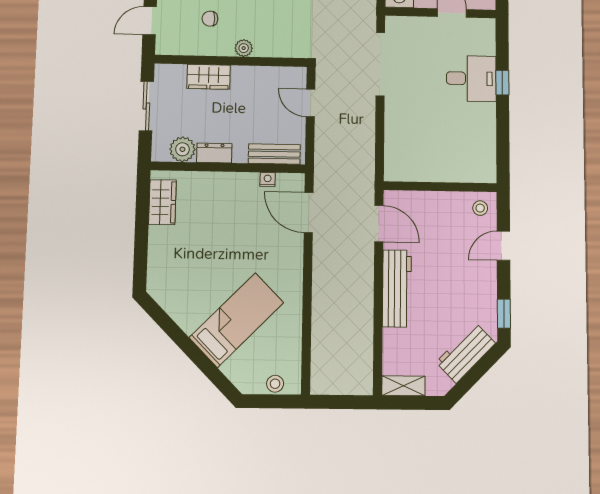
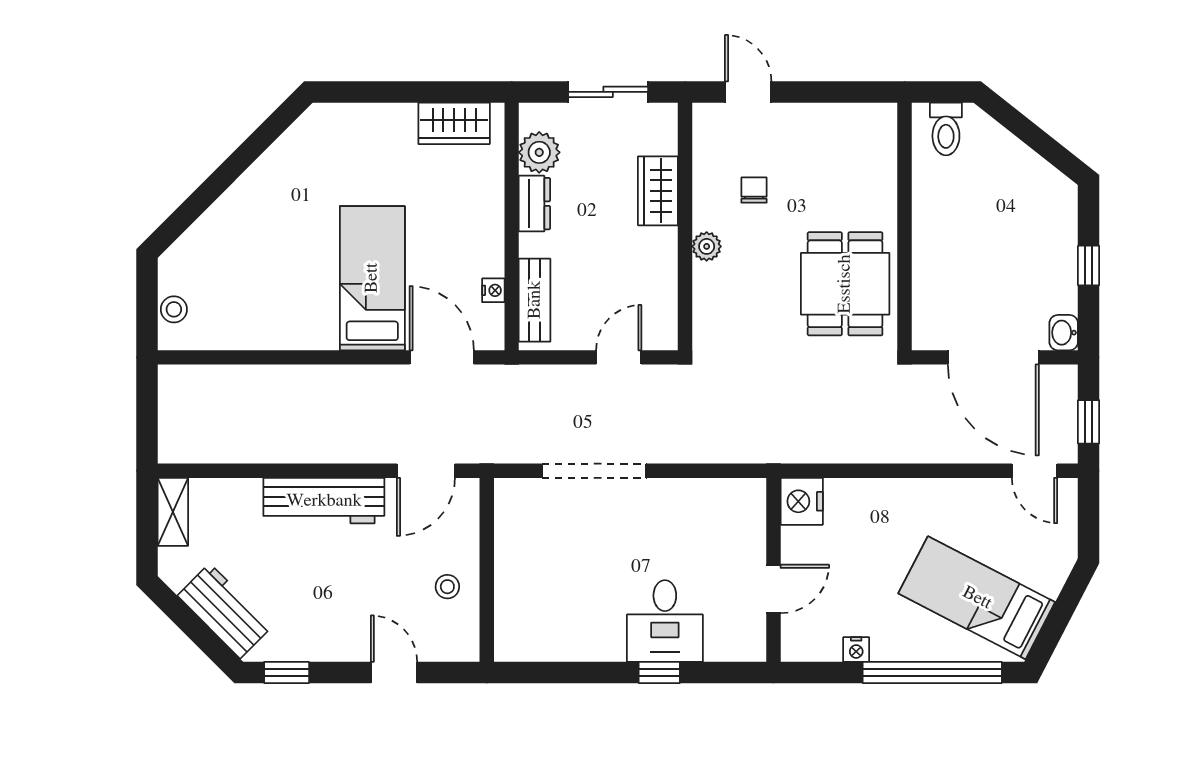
doorway: (380, 64) -> (594, 471), moved
stool: (480, 208) -> (447, 587), moved
door: (309, 213) -> (442, 357), hinge flipped
bed: (237, 320) -> (372, 278), moved, turned -135

